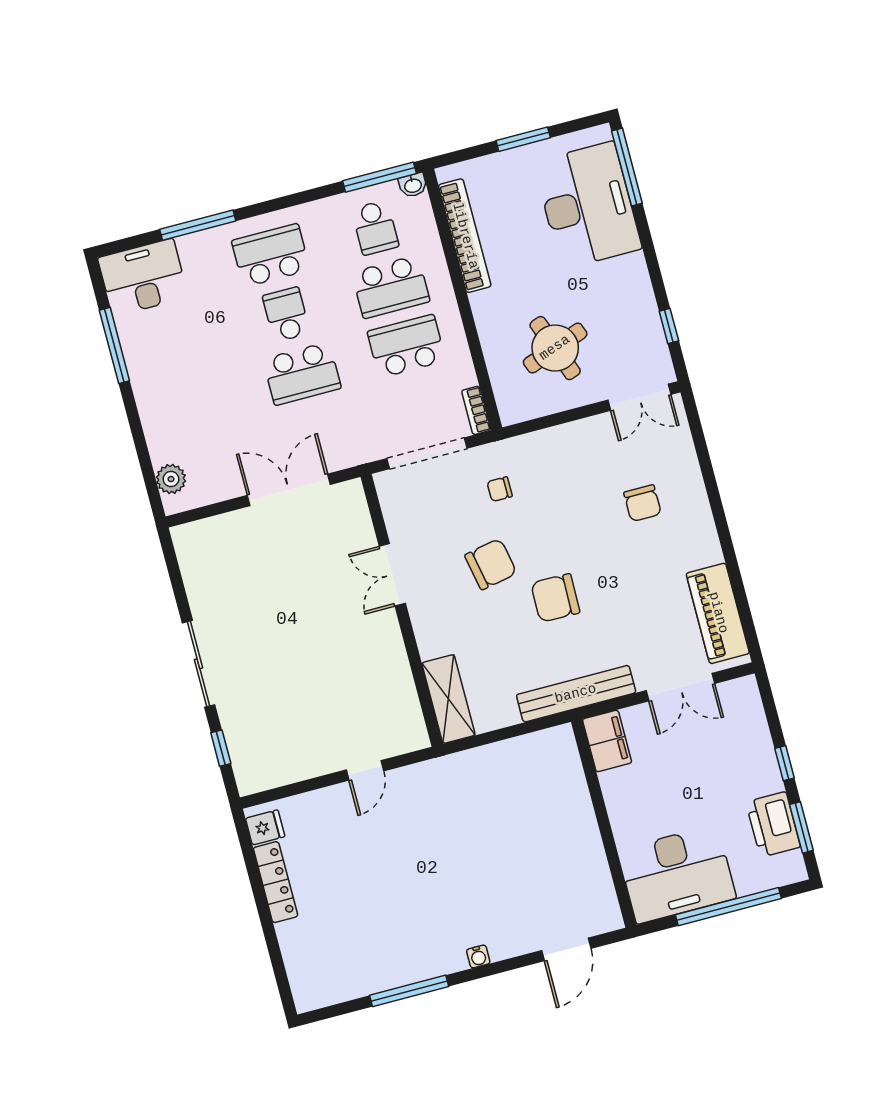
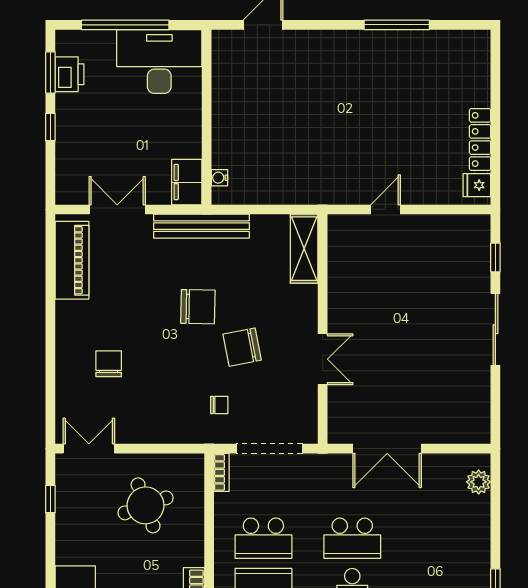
school desk: (302, 374) -> (352, 538), turned 180
printer: (773, 824) -> (70, 74), width x0.73, depth x0.84
water cooler: (478, 956) -> (220, 178), moved, turned -90

